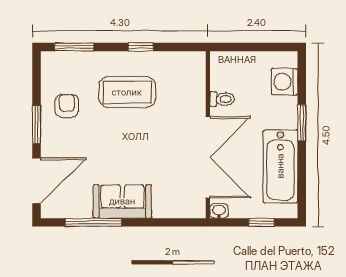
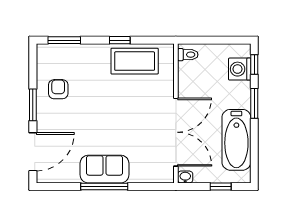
window: (302, 76) -> (254, 65), added
coffee table: (127, 92) -> (135, 61), moved
toilet: (222, 99) -> (188, 55), moved
window: (93, 222) -> (104, 187), moved

